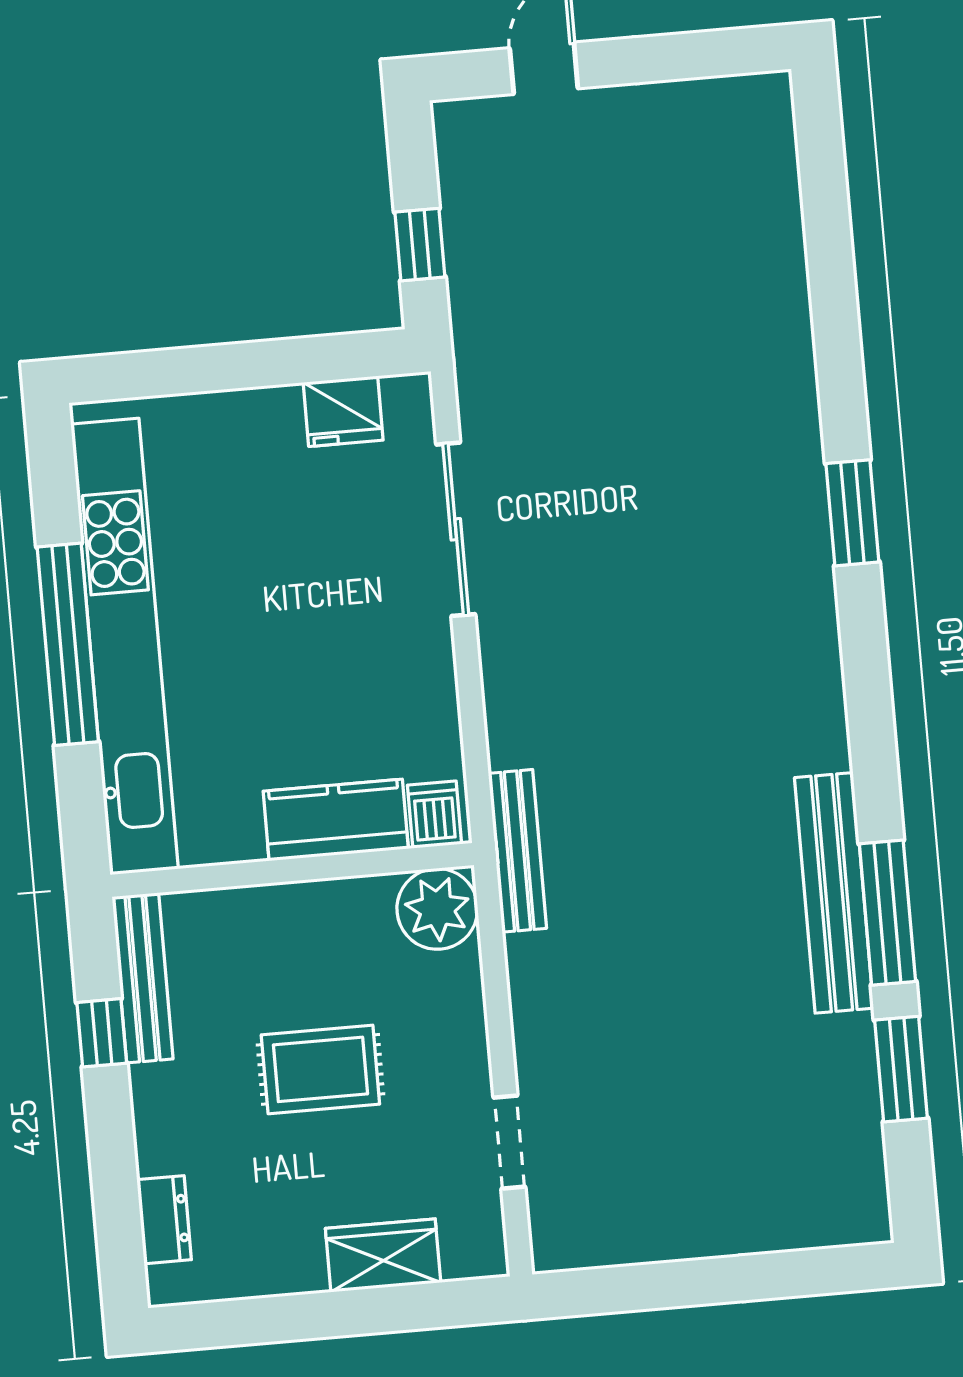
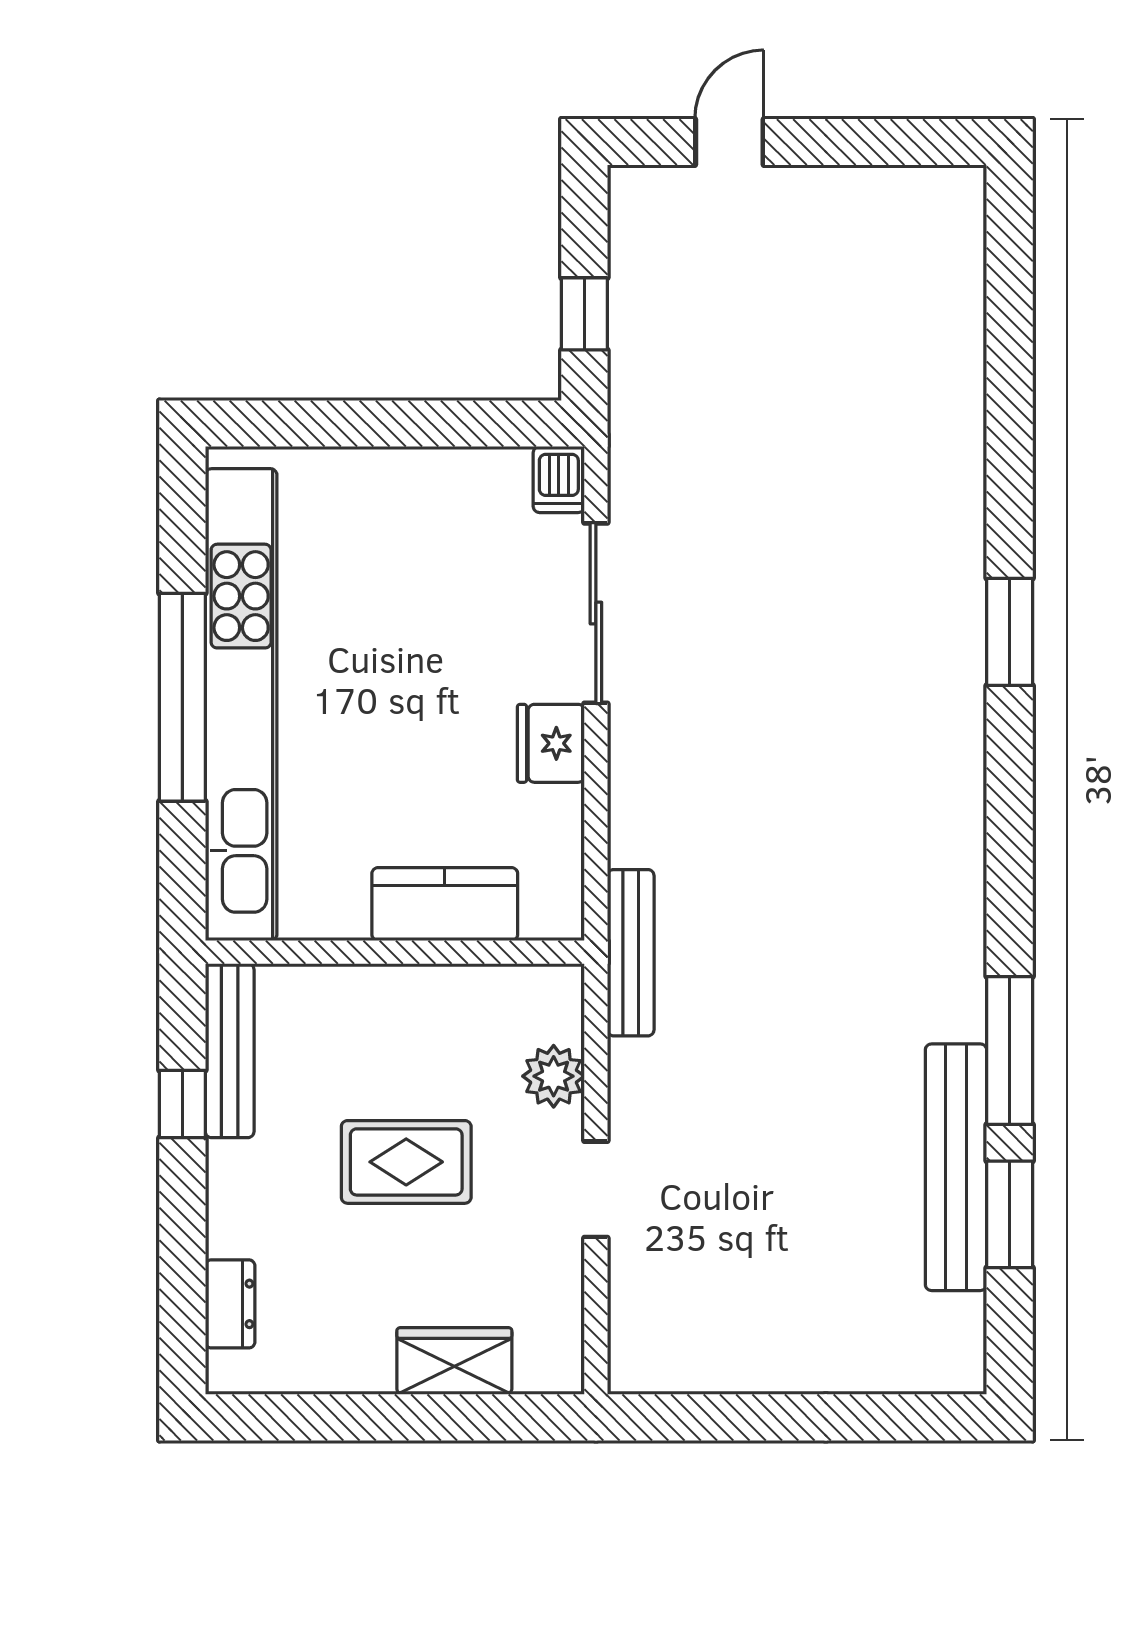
fridge: (343, 411) -> (551, 743), moved, turned 90
dishwasher: (434, 815) -> (559, 480), moved, turned 180
bench: (834, 893) -> (956, 1167), moved
plant: (437, 909) -> (554, 1076), moved, width x0.73, depth x0.73
doorway: (509, 1142) -> (596, 1189), moved

